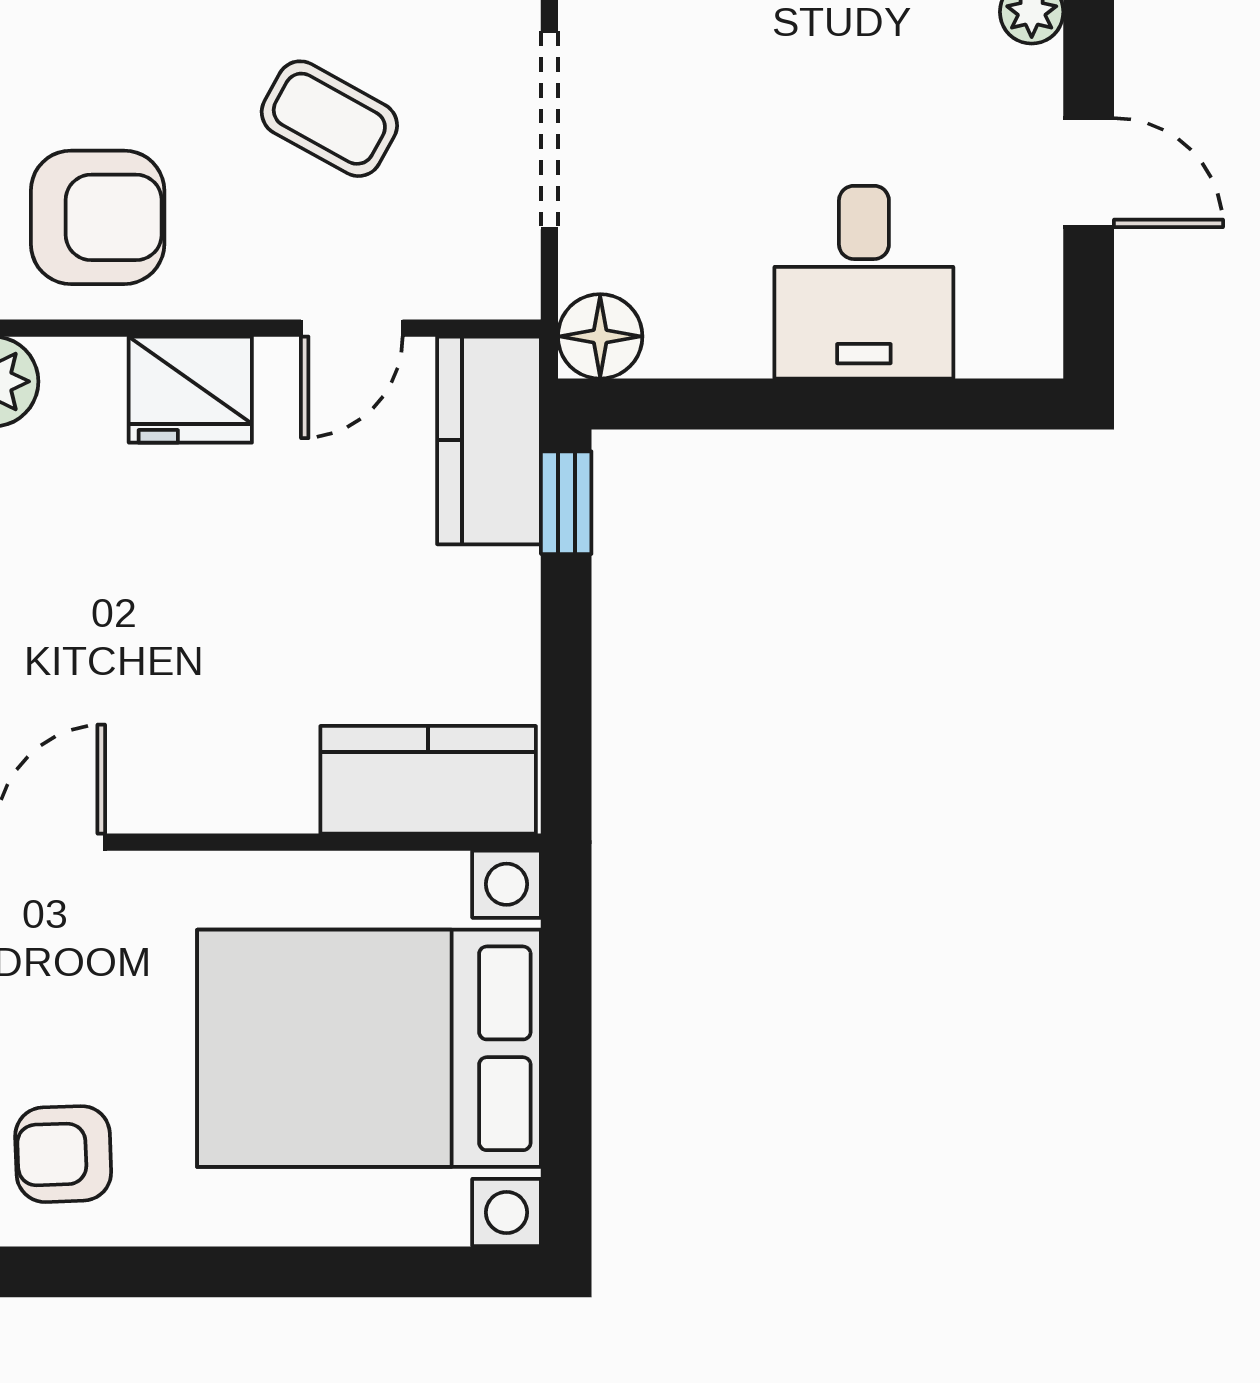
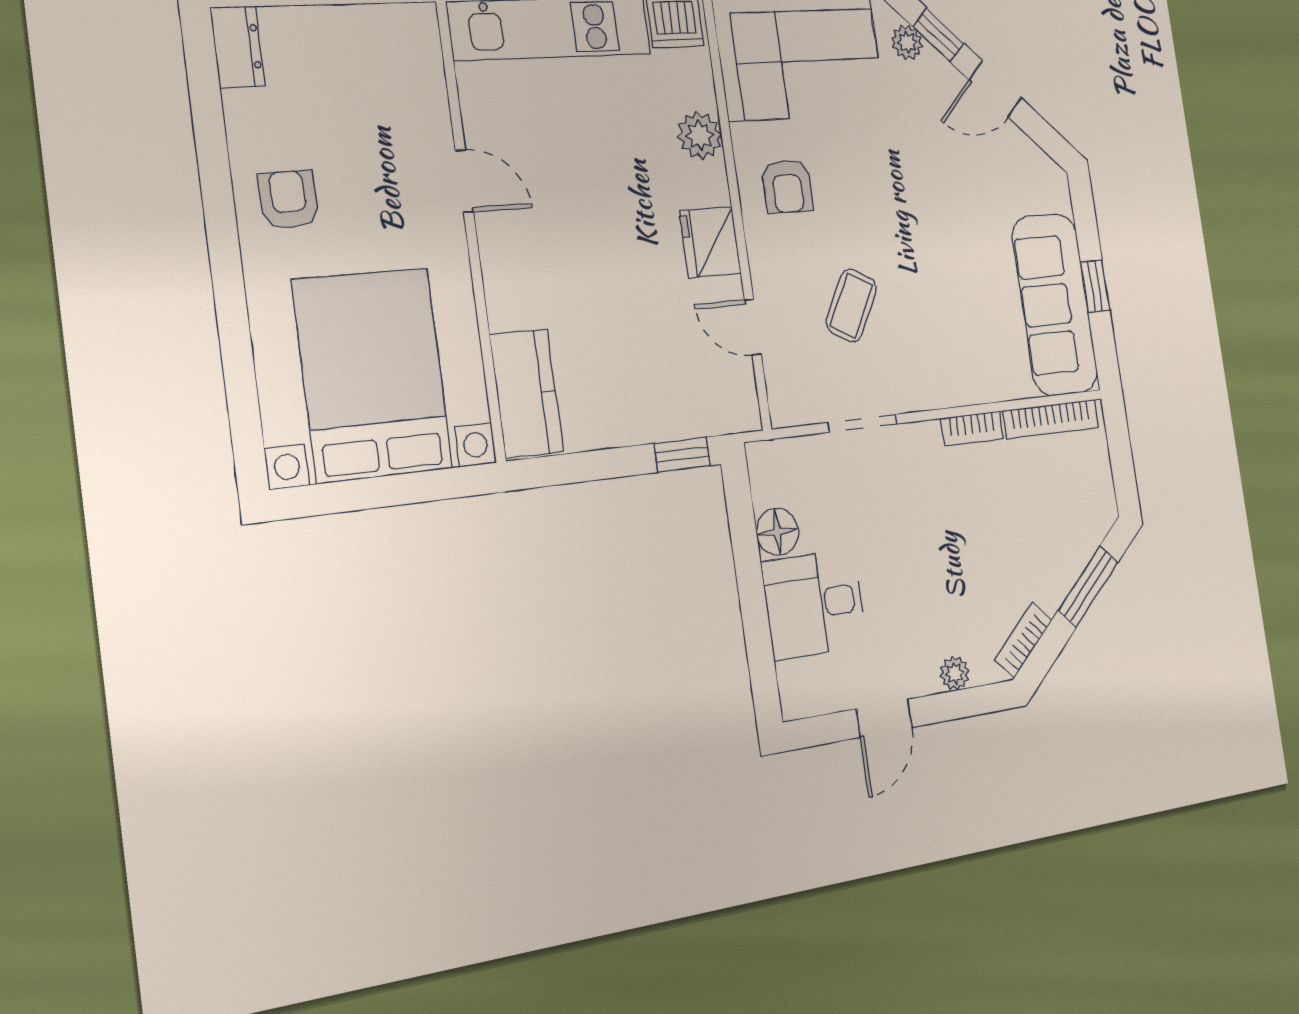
doorway: (549, 130) -> (863, 423), width x0.73
armchair: (98, 217) -> (787, 186), width x0.72, depth x0.72
floor lamp: (600, 336) -> (777, 532), moved
kitchen counter: (489, 440) -> (708, 408), removed

